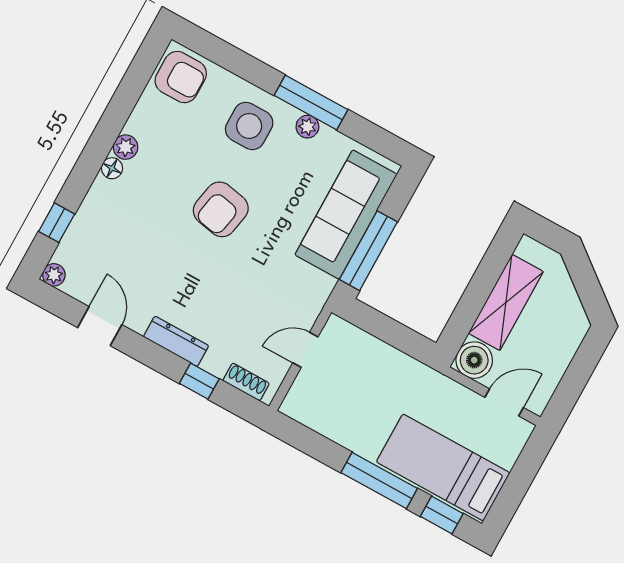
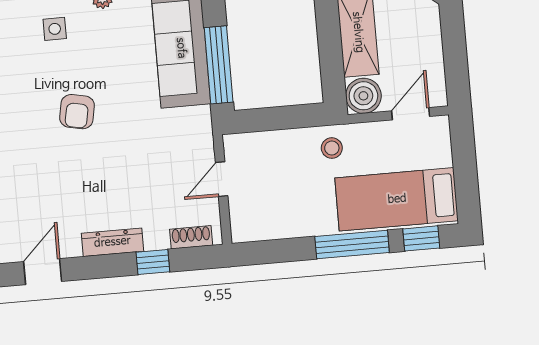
side table: (249, 126) -> (55, 29), width x0.54, depth x0.54
armchair: (221, 209) -> (77, 112), width x0.72, depth x0.72
door: (100, 326) -> (43, 272), hinge flipped
stool: (417, 387) -> (332, 148), added

